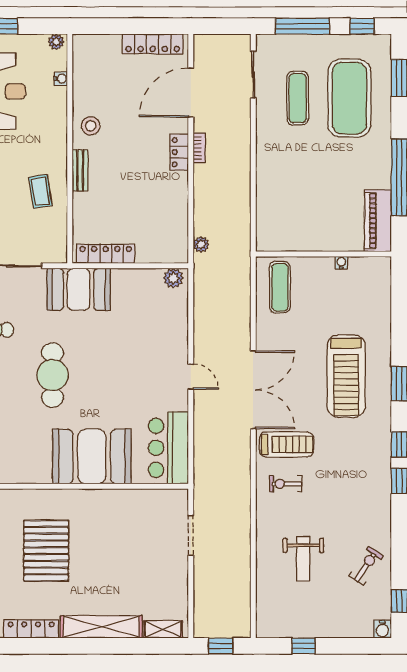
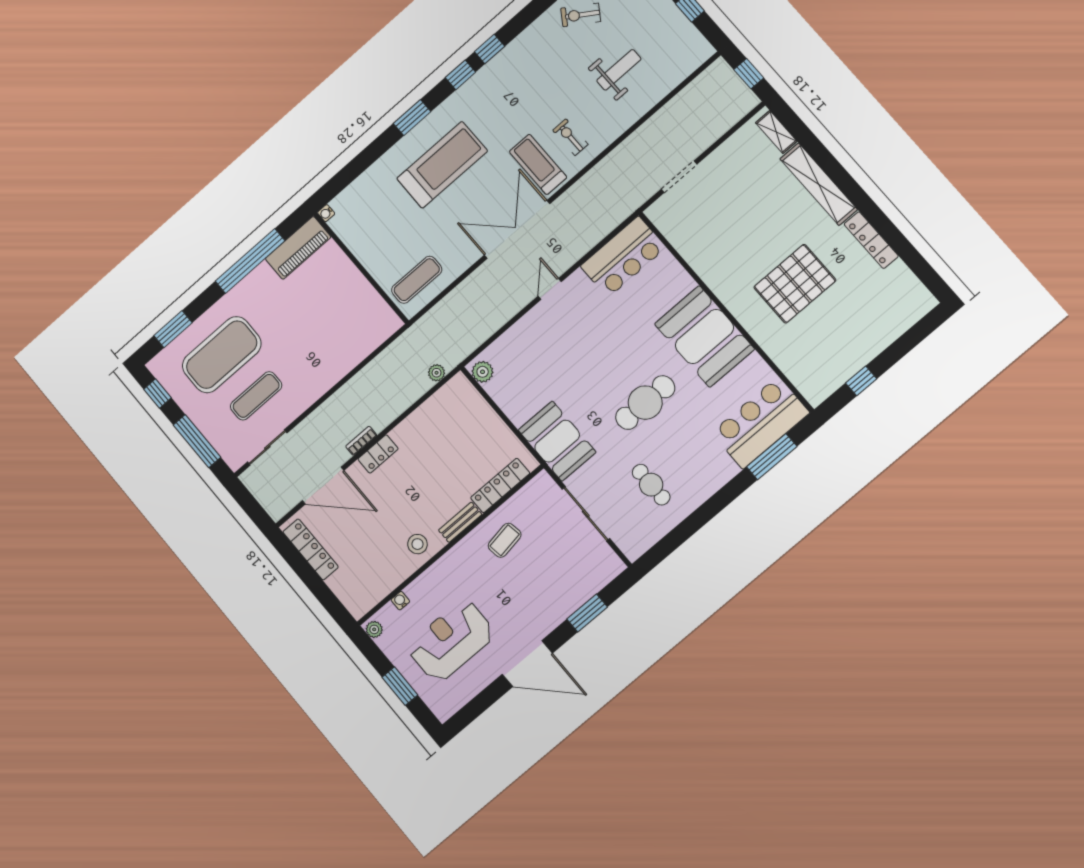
locker: (106, 254) -> (500, 485), moved, turned 90
water cooler: (341, 263) -> (326, 213), moved
booth: (92, 456) -> (704, 336), moved
exercise bike: (286, 484) -> (570, 137), turned 180

